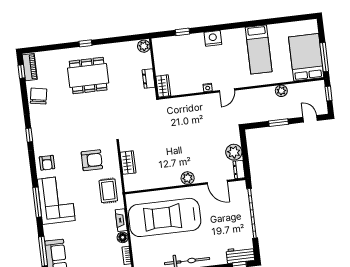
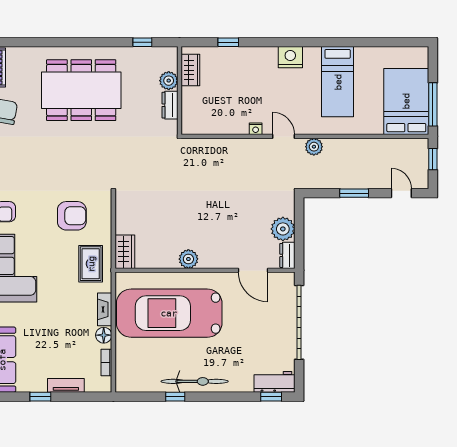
nightstand: (213, 38) -> (290, 57), moved
window: (85, 43) -> (142, 42), moved
plant: (144, 46) -> (169, 81), moved
dining table: (88, 76) -> (81, 90), width x1.36, depth x1.24
wardrobe: (163, 86) -> (190, 70), moved
door: (227, 90) -> (284, 136), swing flipped
plant: (281, 91) -> (314, 147), moved
wardrobe: (128, 163) -> (125, 252), moved
plant: (188, 178) -> (188, 259), moved

